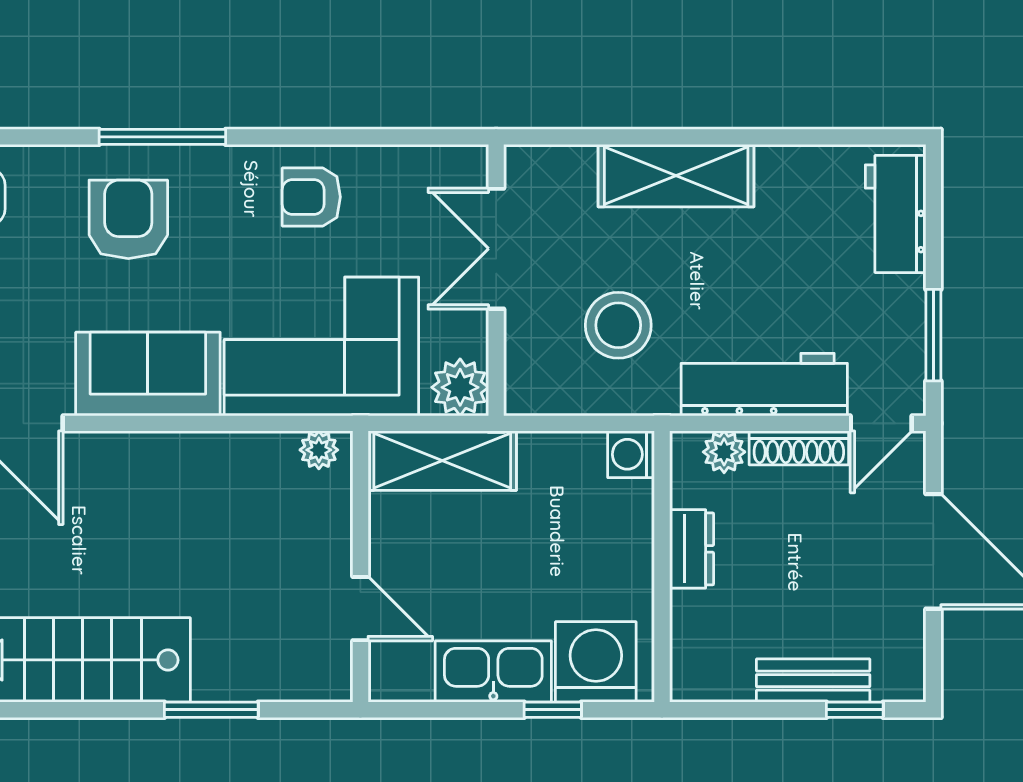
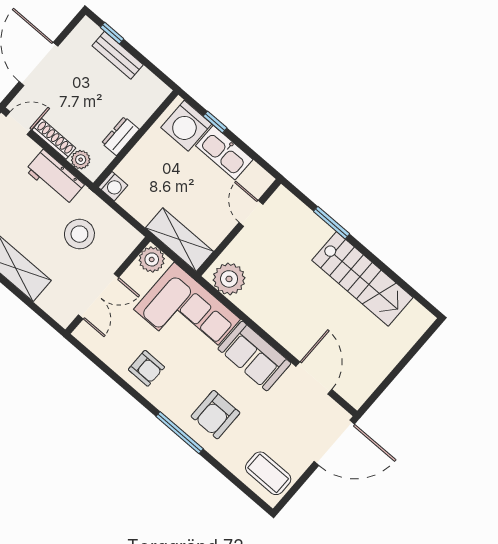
workbench: (764, 385) -> (55, 177), width x0.73
plant: (319, 450) -> (229, 279), width x1.88, depth x1.88

